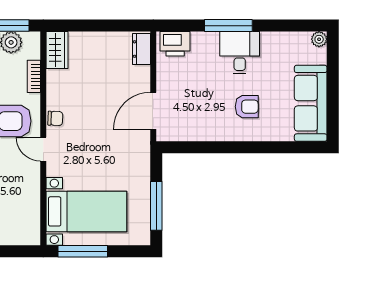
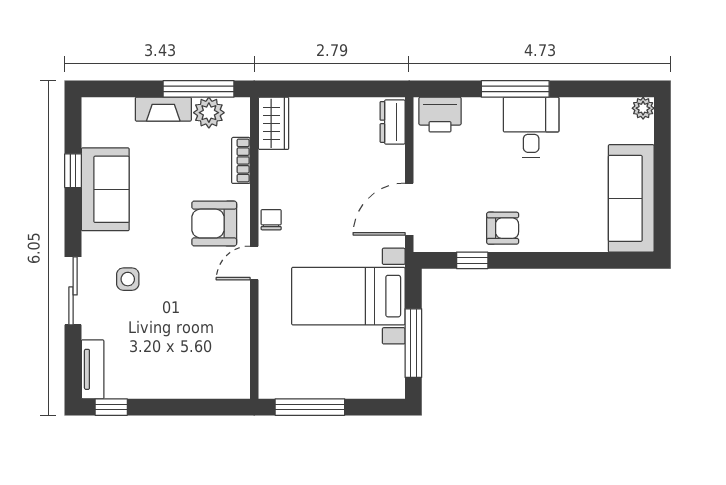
armchair: (247, 107) -> (503, 228), moved
chair: (55, 118) -> (271, 220), turned -92
window: (198, 147) -> (472, 260), added
door: (43, 149) -> (254, 263), hinge flipped
bed with nightstands: (86, 211) -> (348, 296), moved, turned 180

